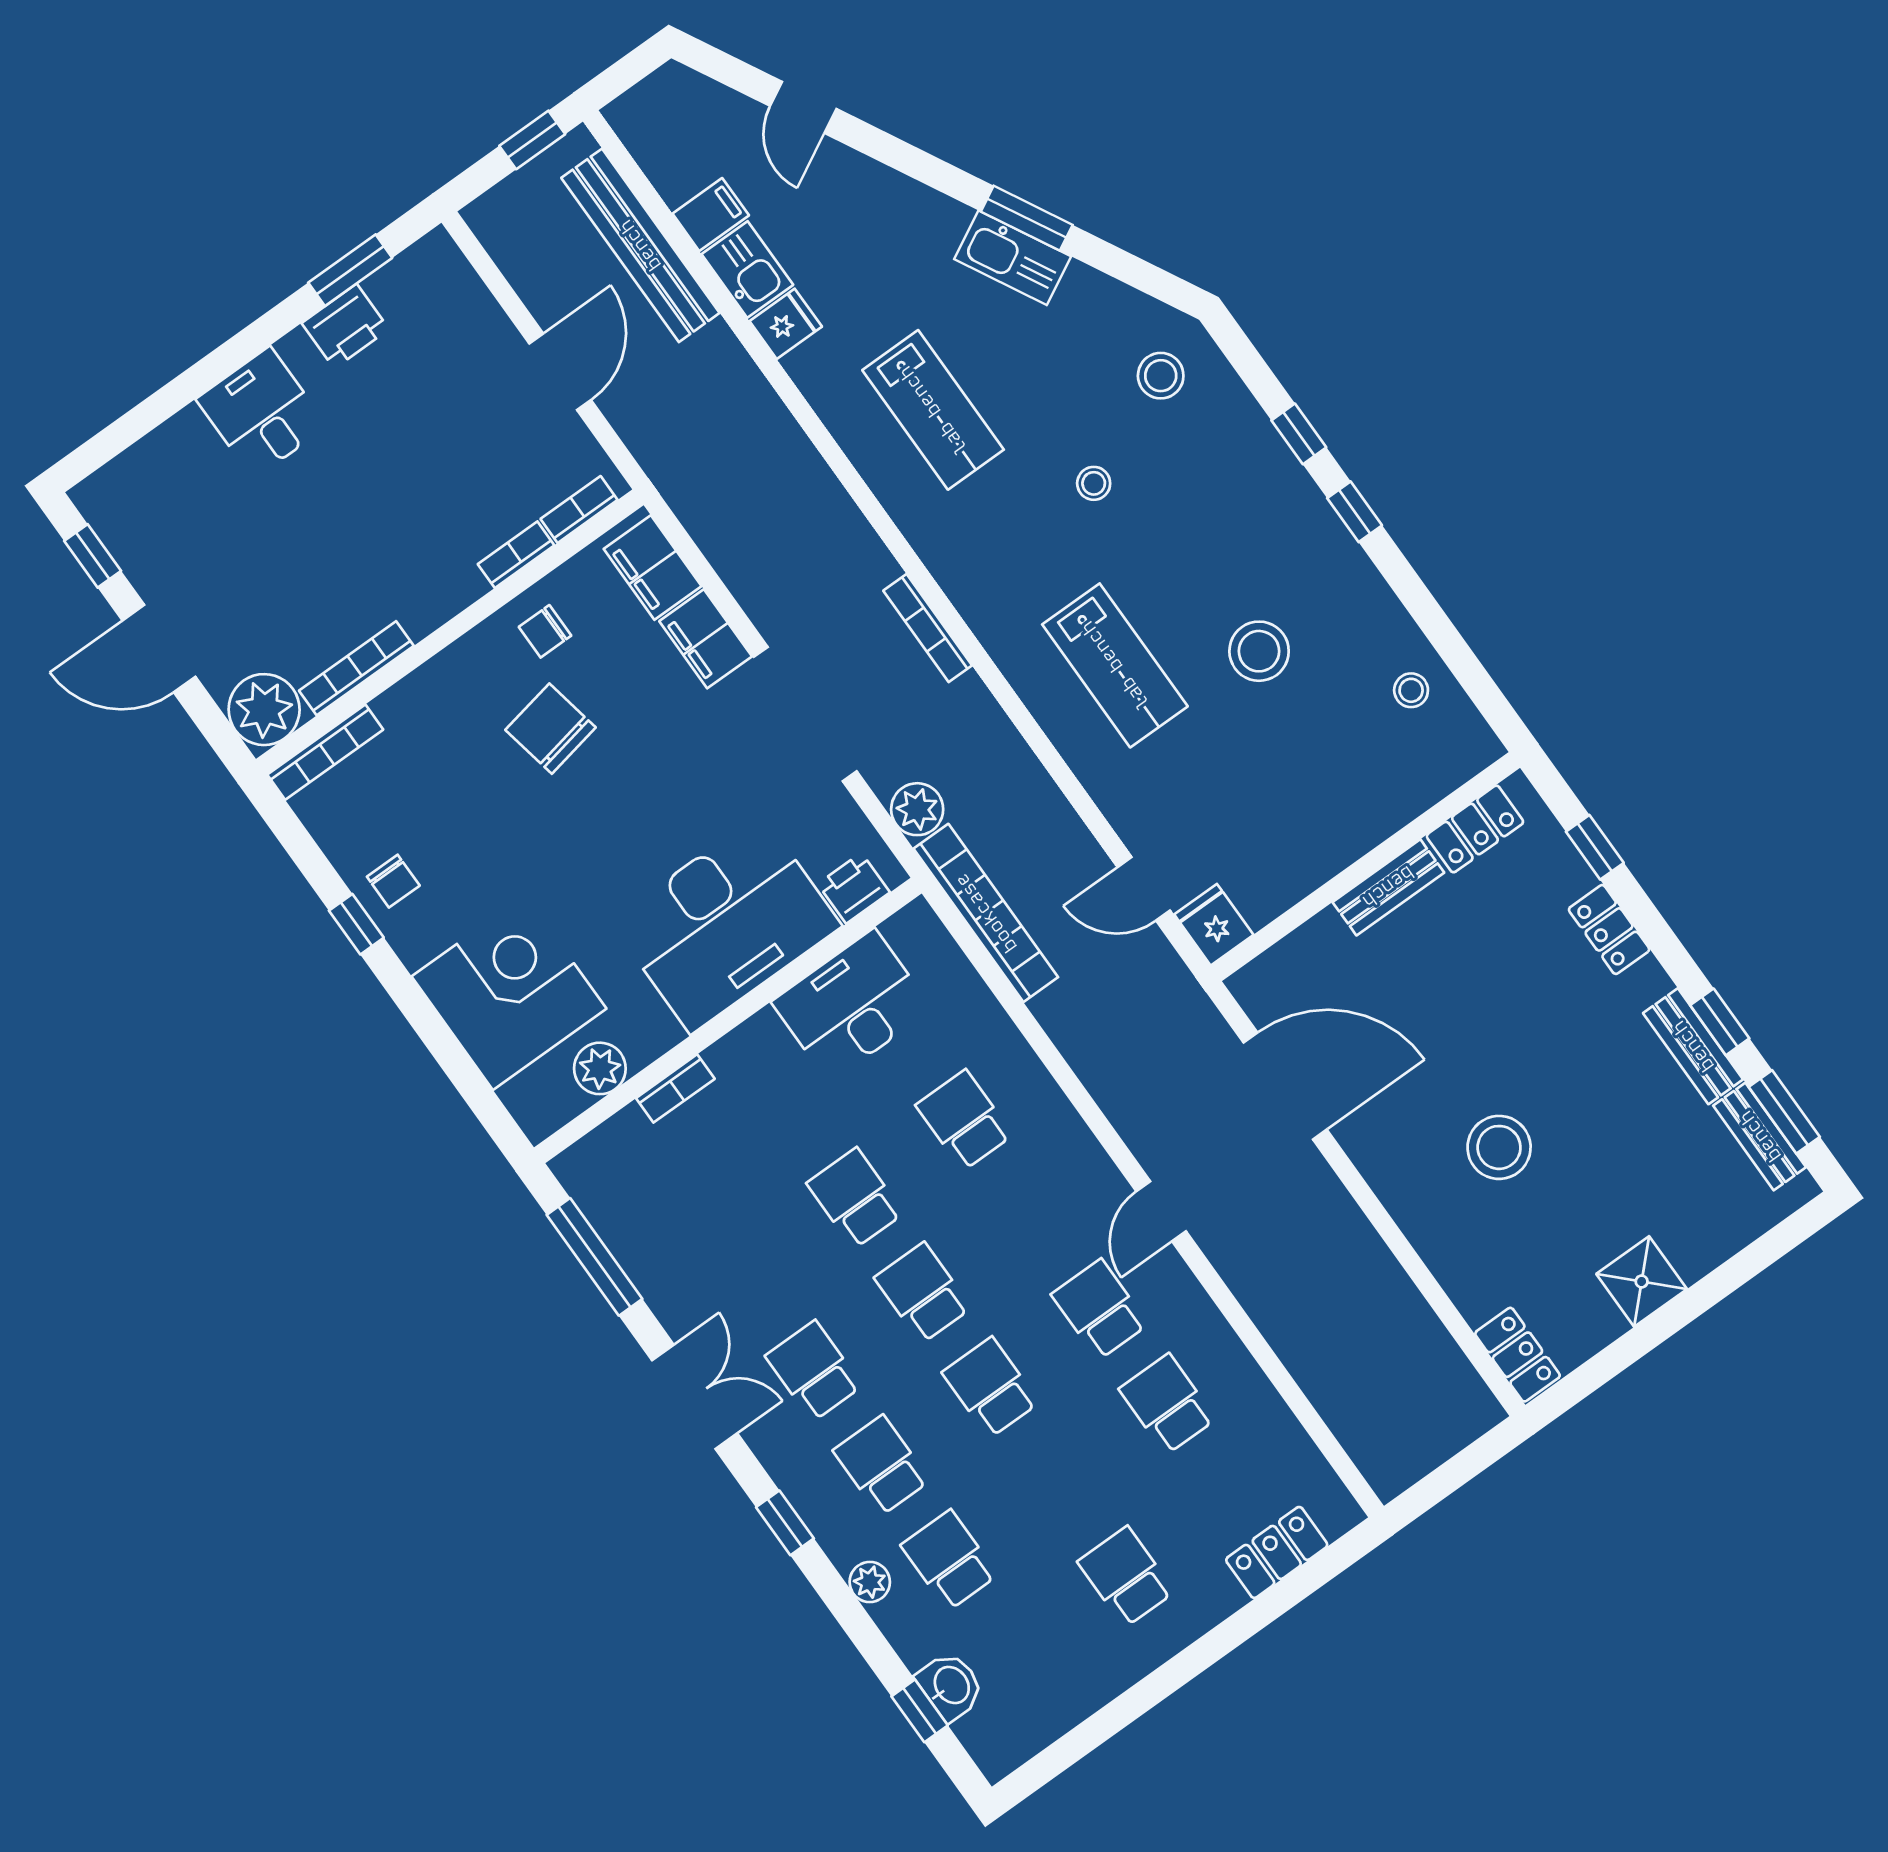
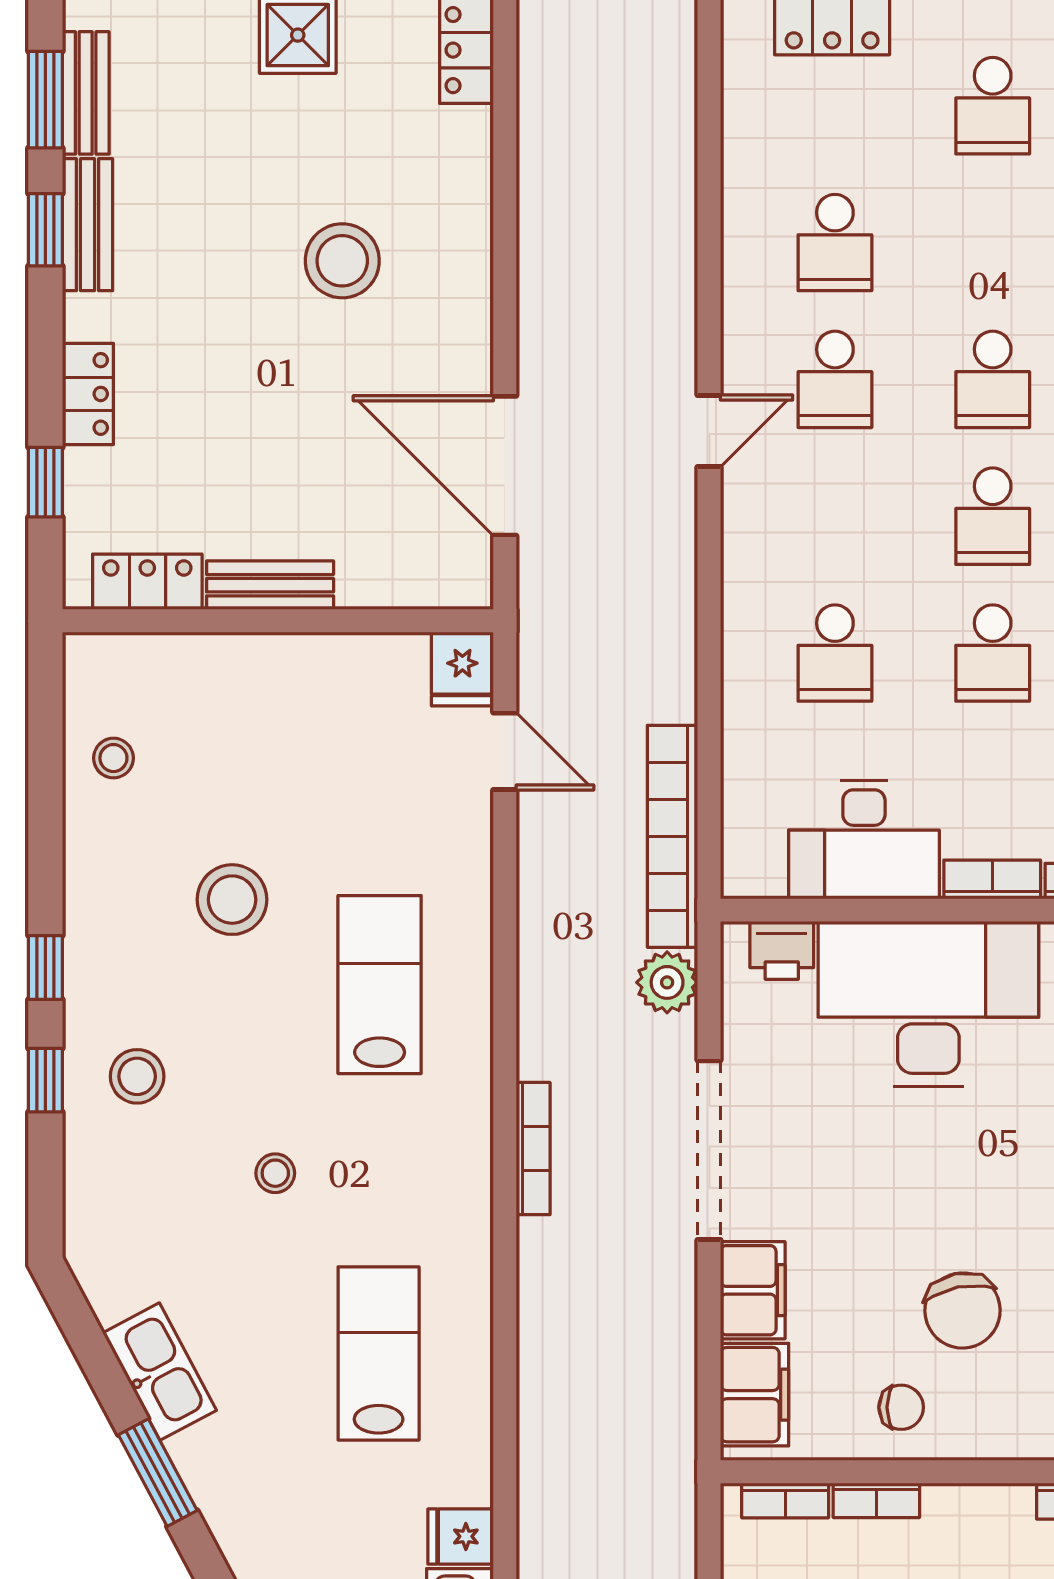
kitchen sink: (1013, 258) -> (160, 1372), moved
stool: (1161, 376) -> (137, 1076), moved
bookcase: (743, 1041) -> (992, 879), added

